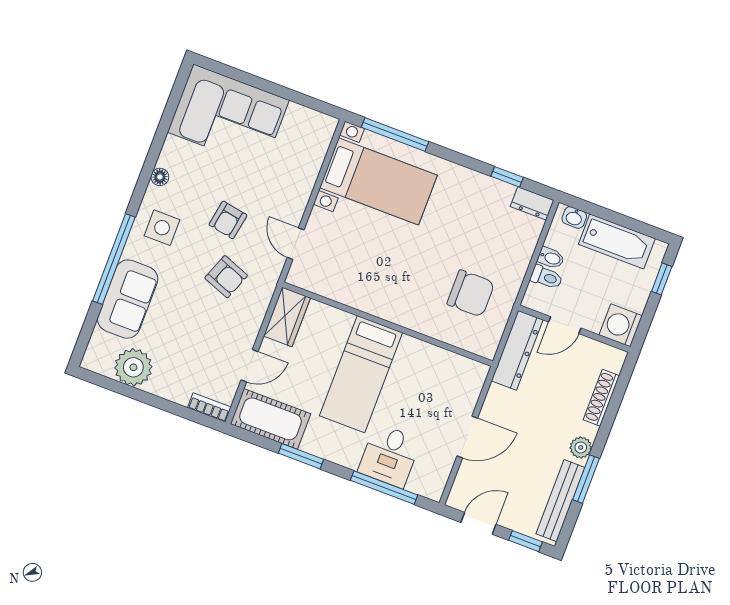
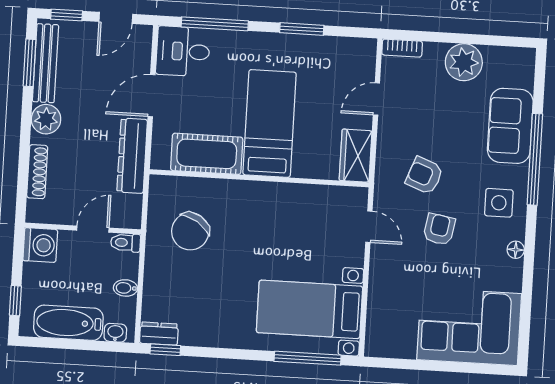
window: (507, 177) -> (165, 350), moved
toilet: (546, 277) -> (125, 243), moved
chair: (471, 293) -> (190, 231), turned -57
dresser: (517, 350) -> (132, 156), moved
plant: (133, 367) -> (464, 62), moved
cot: (271, 419) -> (207, 154), moved
plant: (581, 447) -> (46, 119), width x1.38, depth x1.38
desk: (389, 456) -> (183, 51), moved, turned -90
window: (586, 479) -> (30, 63), moved

